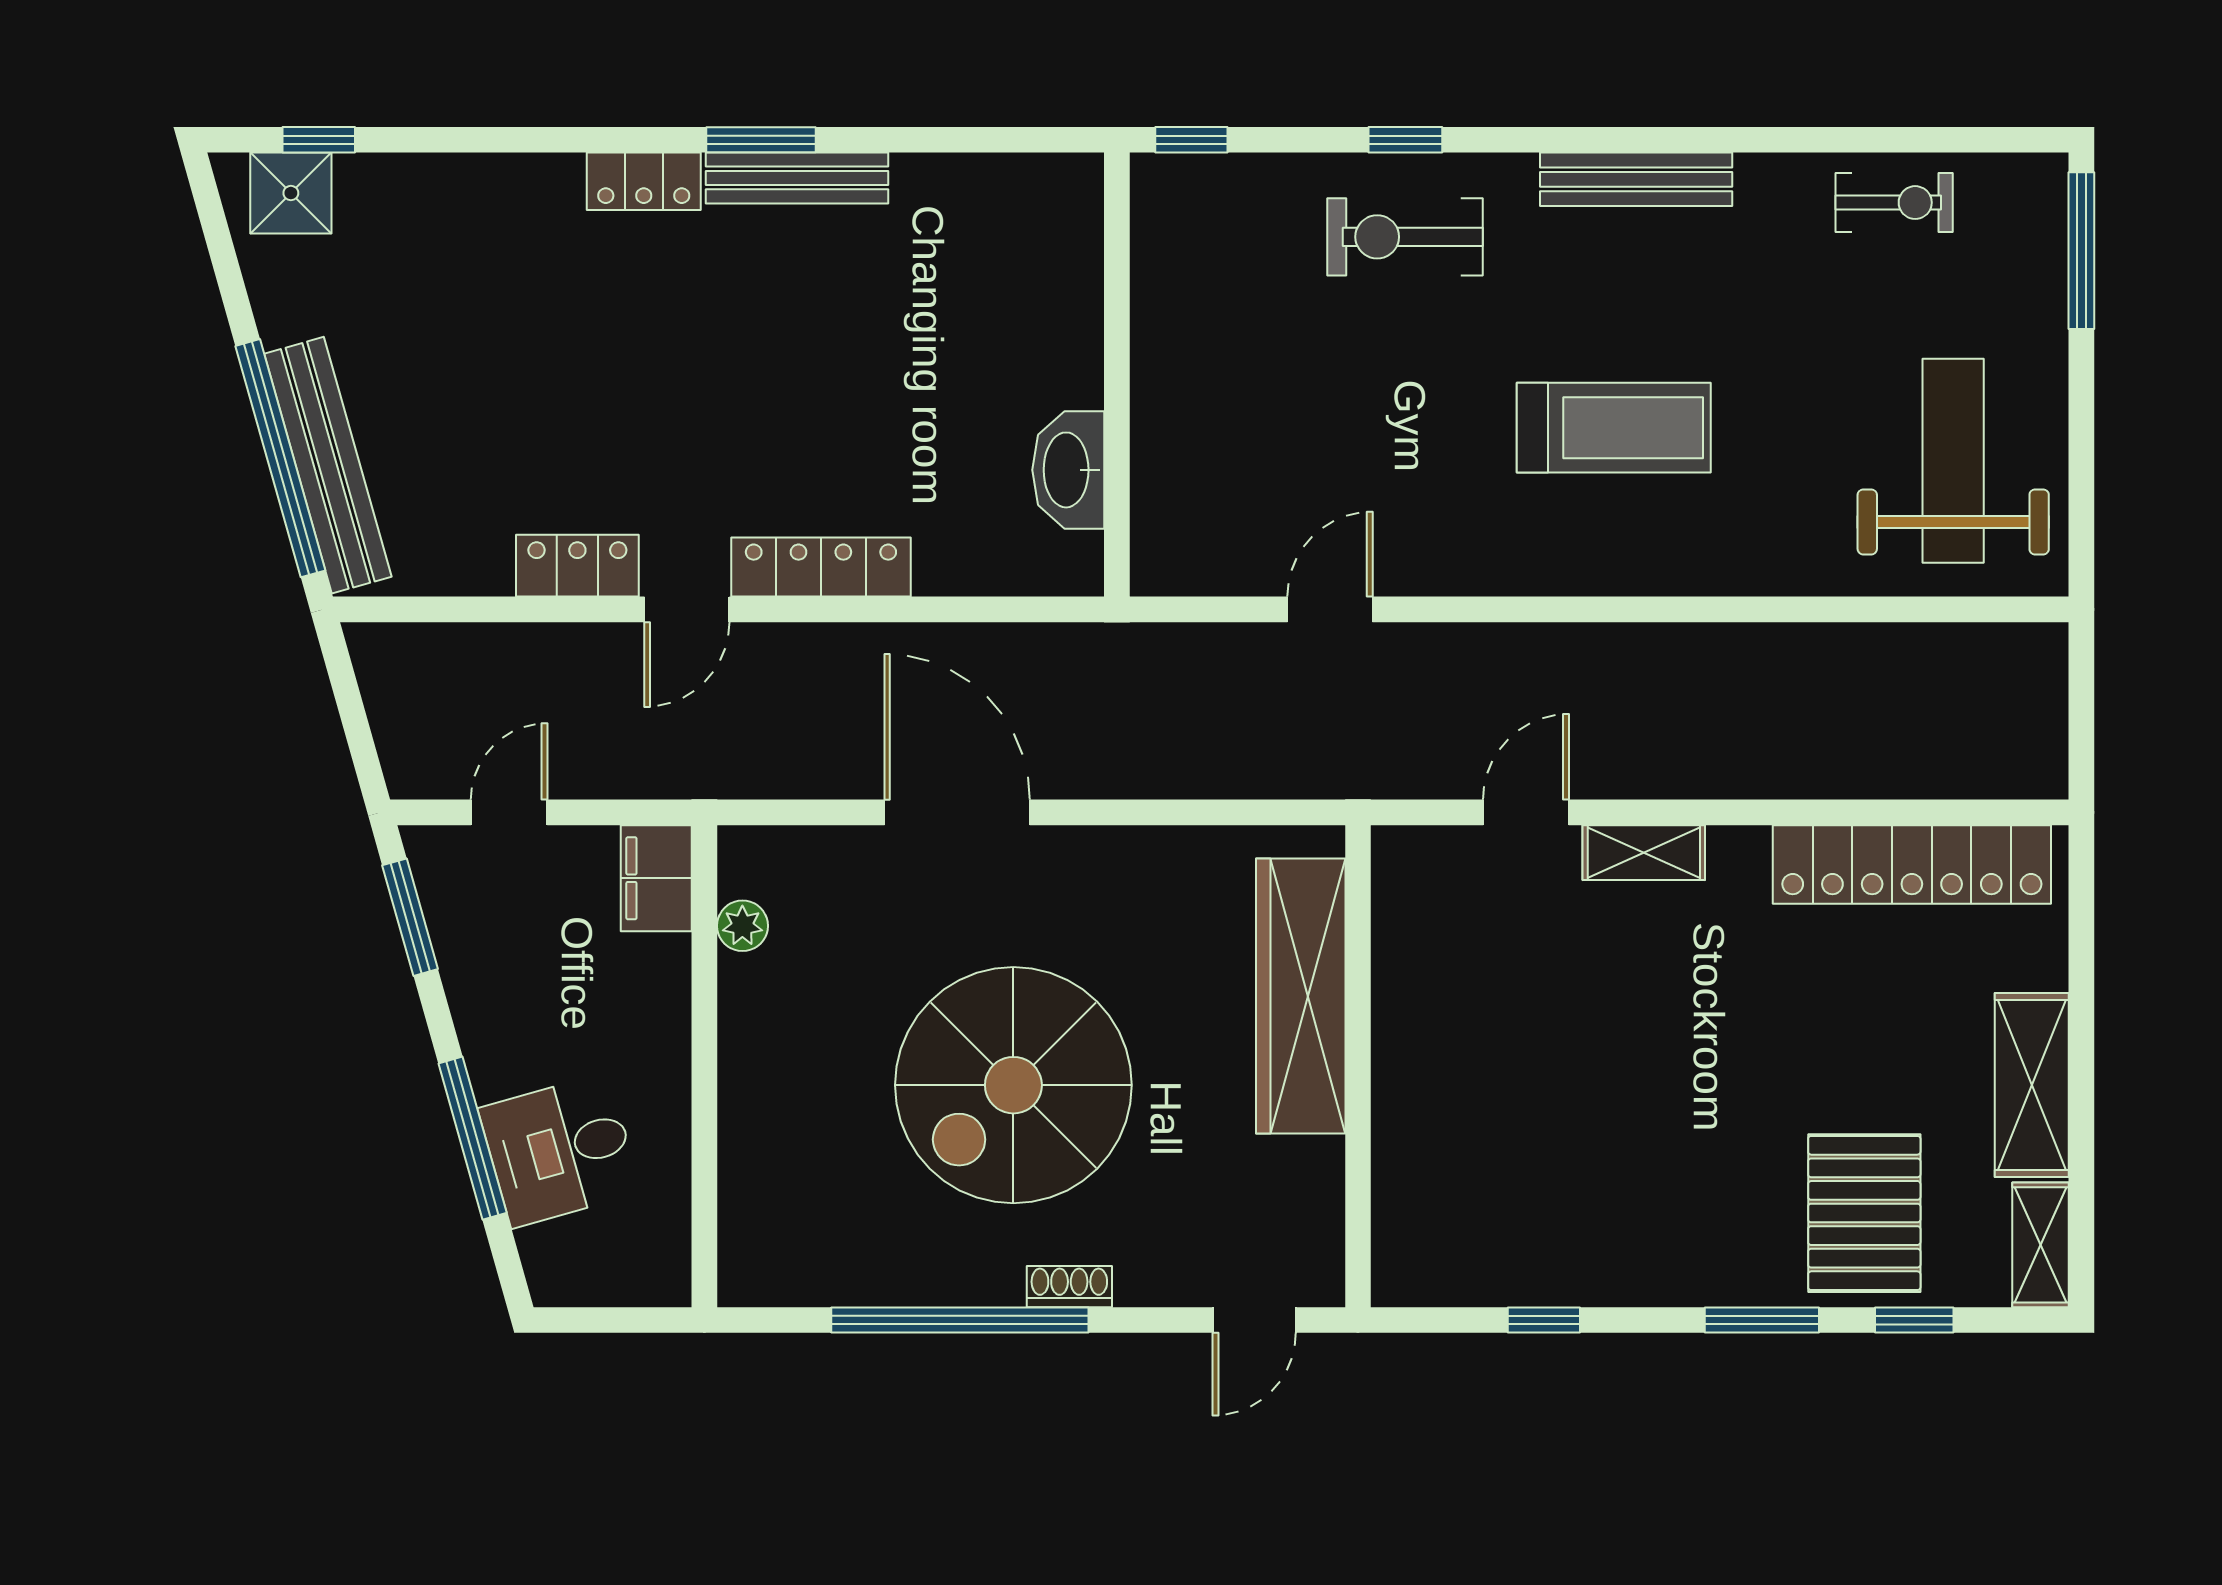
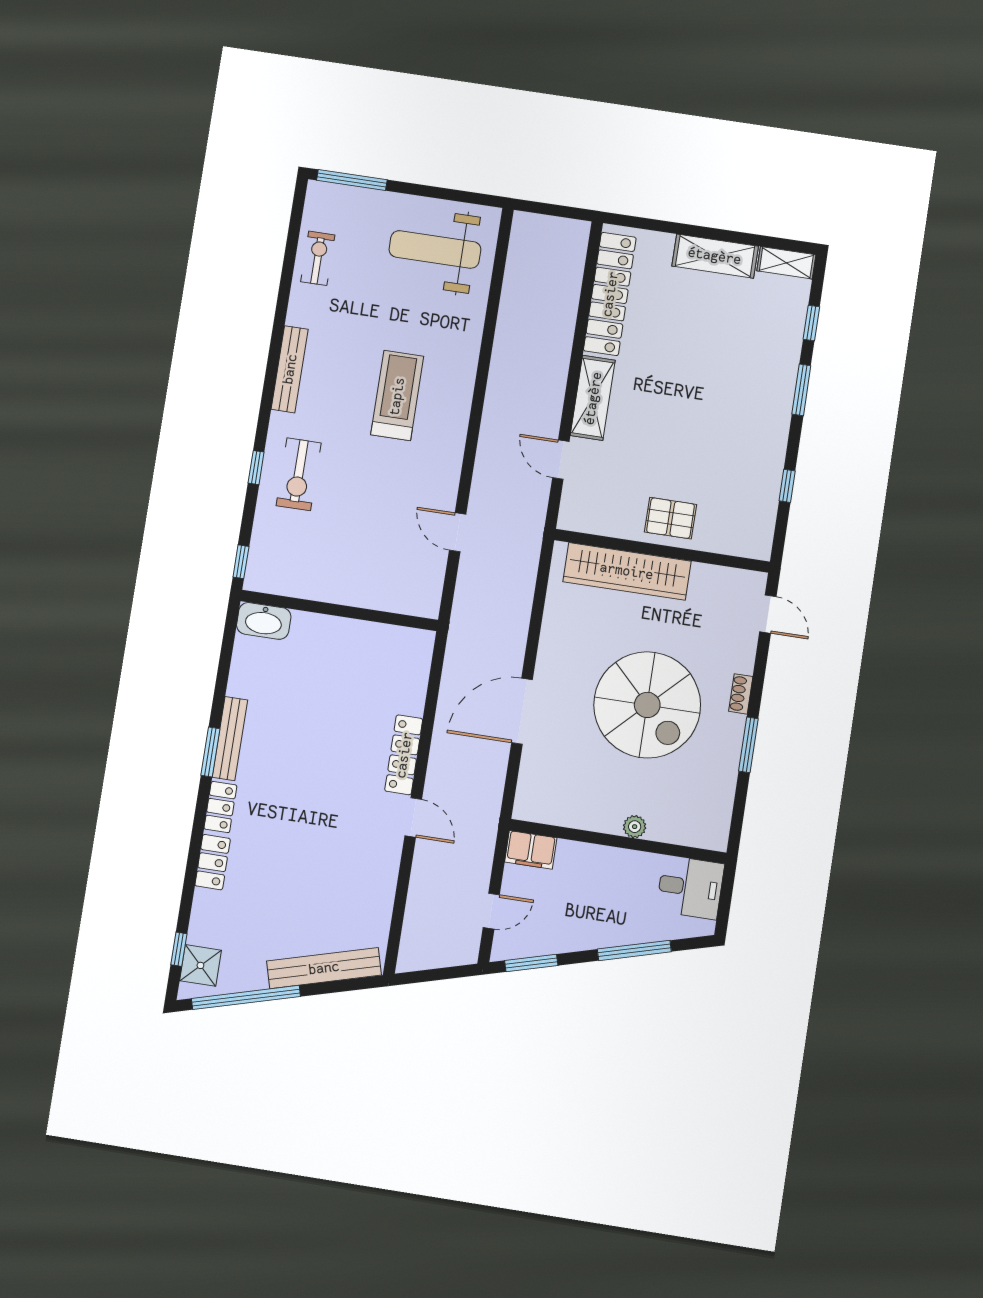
window: (280, 458) -> (246, 997), moved
washbasin: (1068, 470) -> (264, 621), moved
locker: (577, 566) -> (213, 862), moved, turned 180
door: (509, 812) -> (491, 911), swing flipped
shelving: (1644, 853) -> (593, 398), width x1.50, depth x1.33
plant: (742, 926) -> (635, 827), moved
desk: (560, 1150) -> (690, 887), moved, turned -74
pallet: (1864, 1213) -> (670, 518), moved, width x0.67, depth x0.71
window: (960, 1320) -> (748, 745), width x0.47

